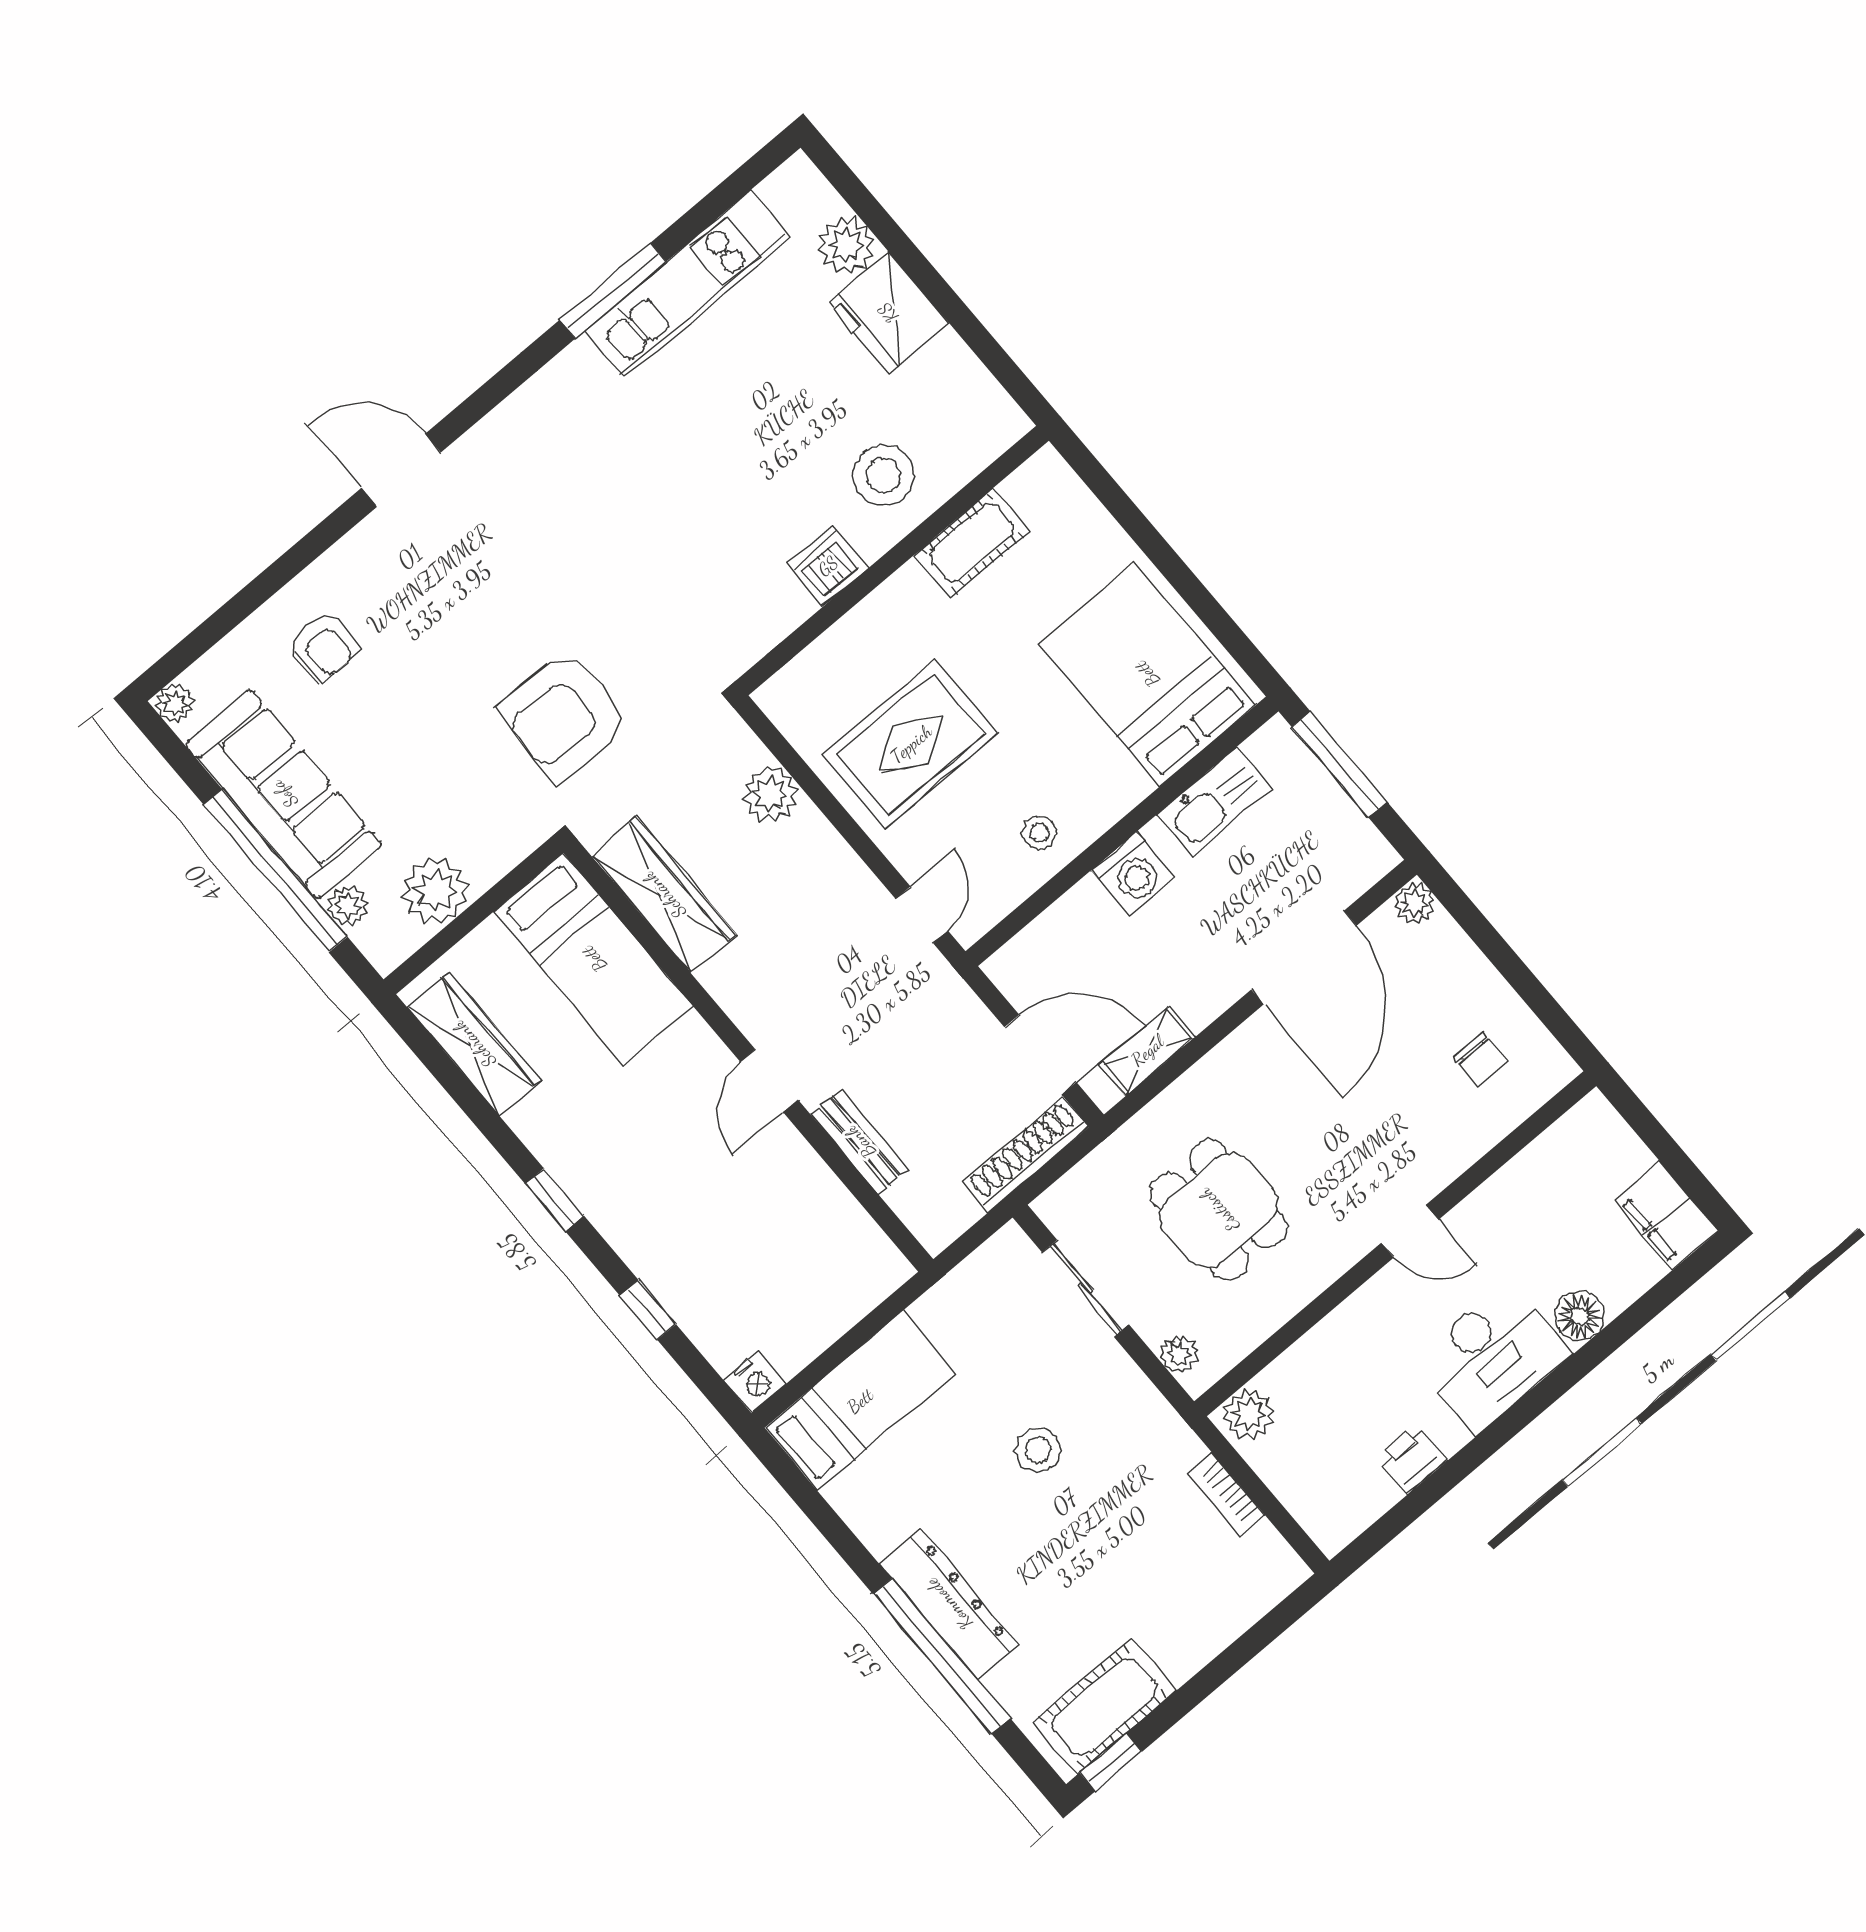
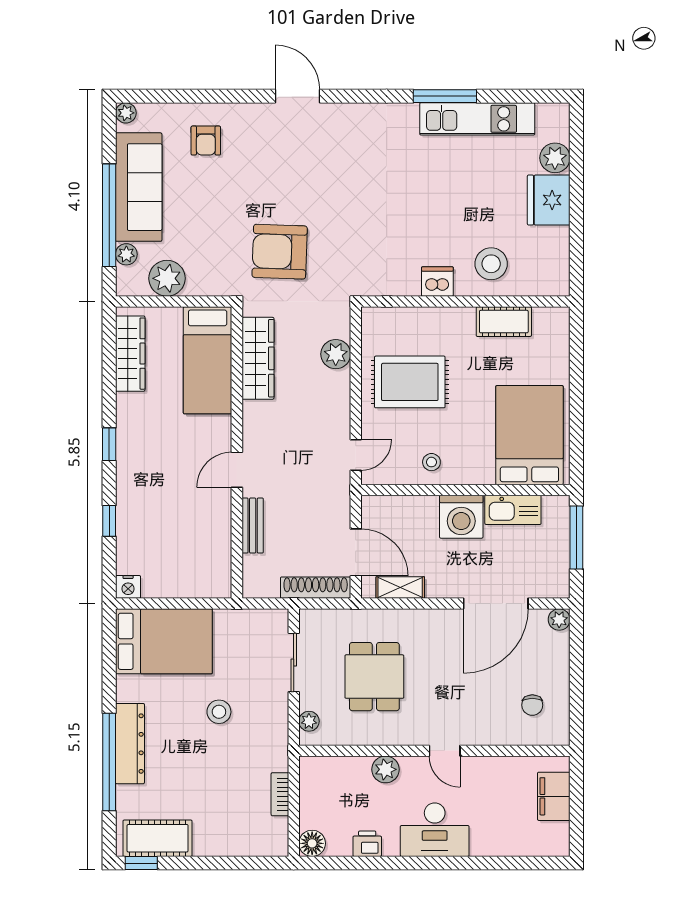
washing machine: (1133, 874) -> (461, 517), width x1.37, depth x1.37
filing cabinet: (1666, 1215) -> (554, 796), moved
floor lamp: (1580, 1316) -> (312, 843), moved
bed: (860, 1401) -> (164, 641), width x1.50
plant: (1249, 1414) -> (385, 769), moved

